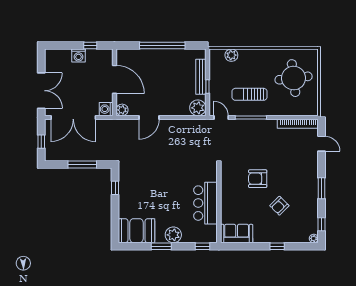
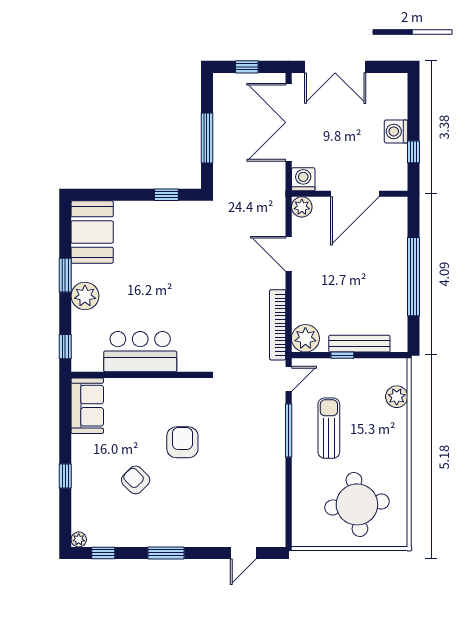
bookcase: (298, 124) -> (278, 325), moved

